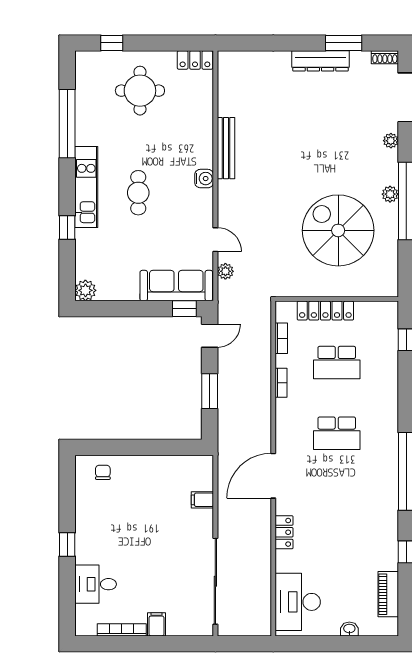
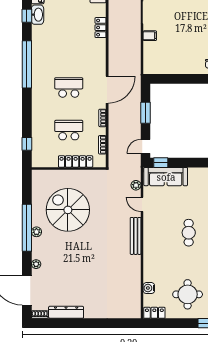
window: (344, 43) -> (65, 323), removed
dresser: (320, 61) -> (66, 312), moved
bench: (226, 148) -> (136, 236), moved
water cooler: (204, 179) -> (149, 288), moved
spiral stairs: (338, 230) -> (68, 210), turned 180
door: (273, 476) -> (107, 90), moved
filing cabinet: (202, 500) -> (150, 36), moved
washbasin: (388, 554) -> (38, 15), added

